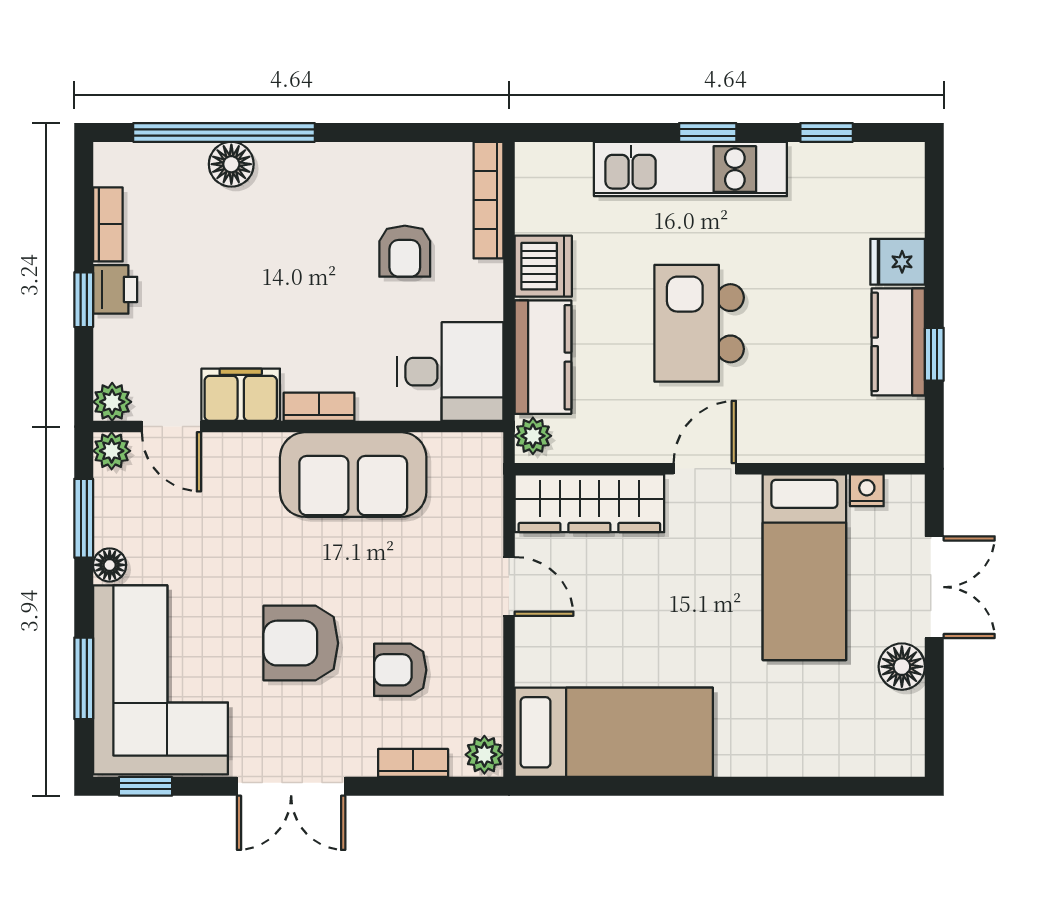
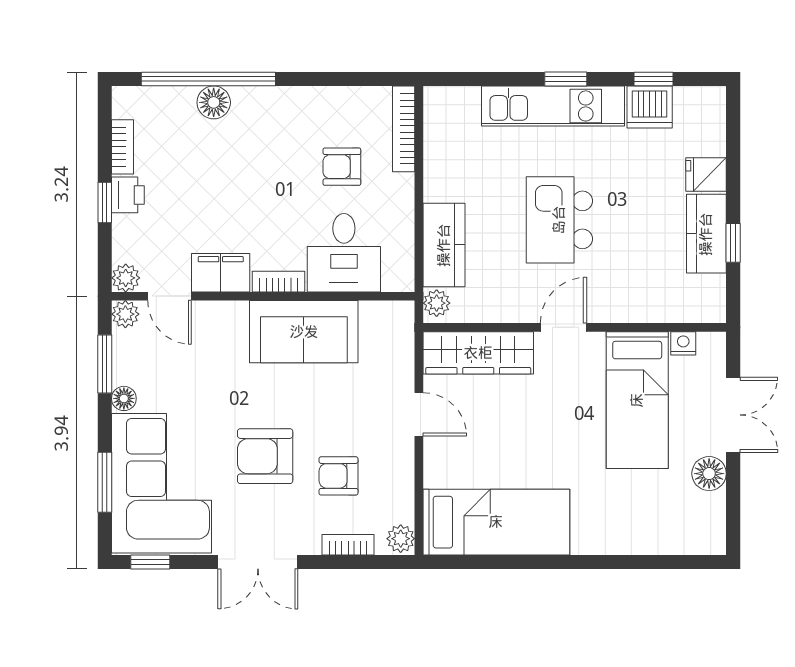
armchair: (405, 251) -> (342, 167), turned 90
dishwasher: (543, 266) -> (650, 107), moved, turned 90
desk: (450, 372) -> (344, 253), moved, turned 90

